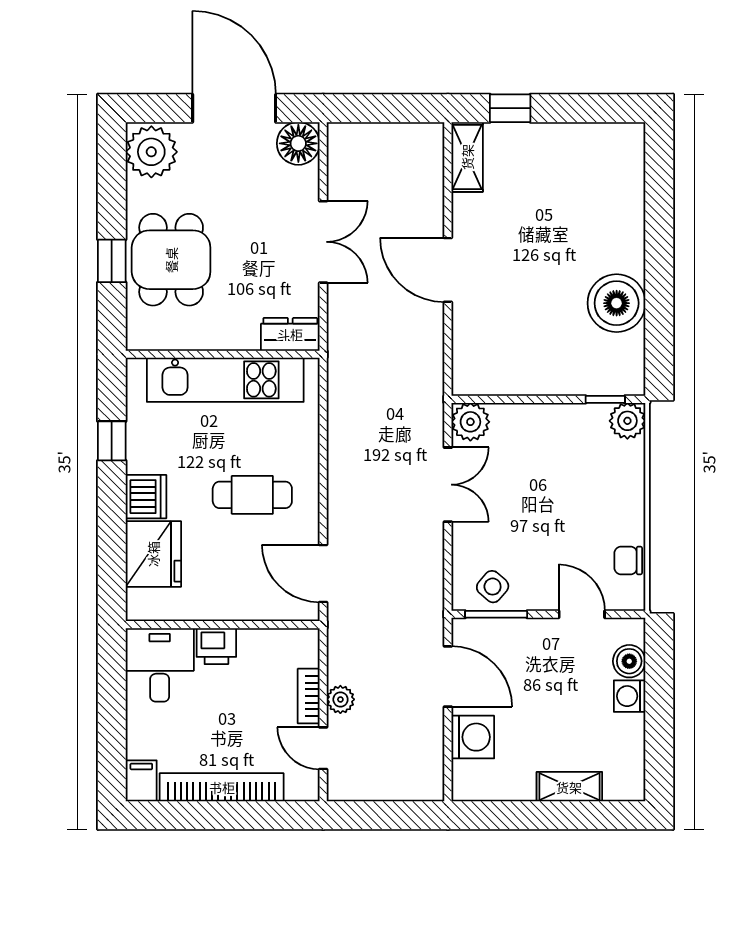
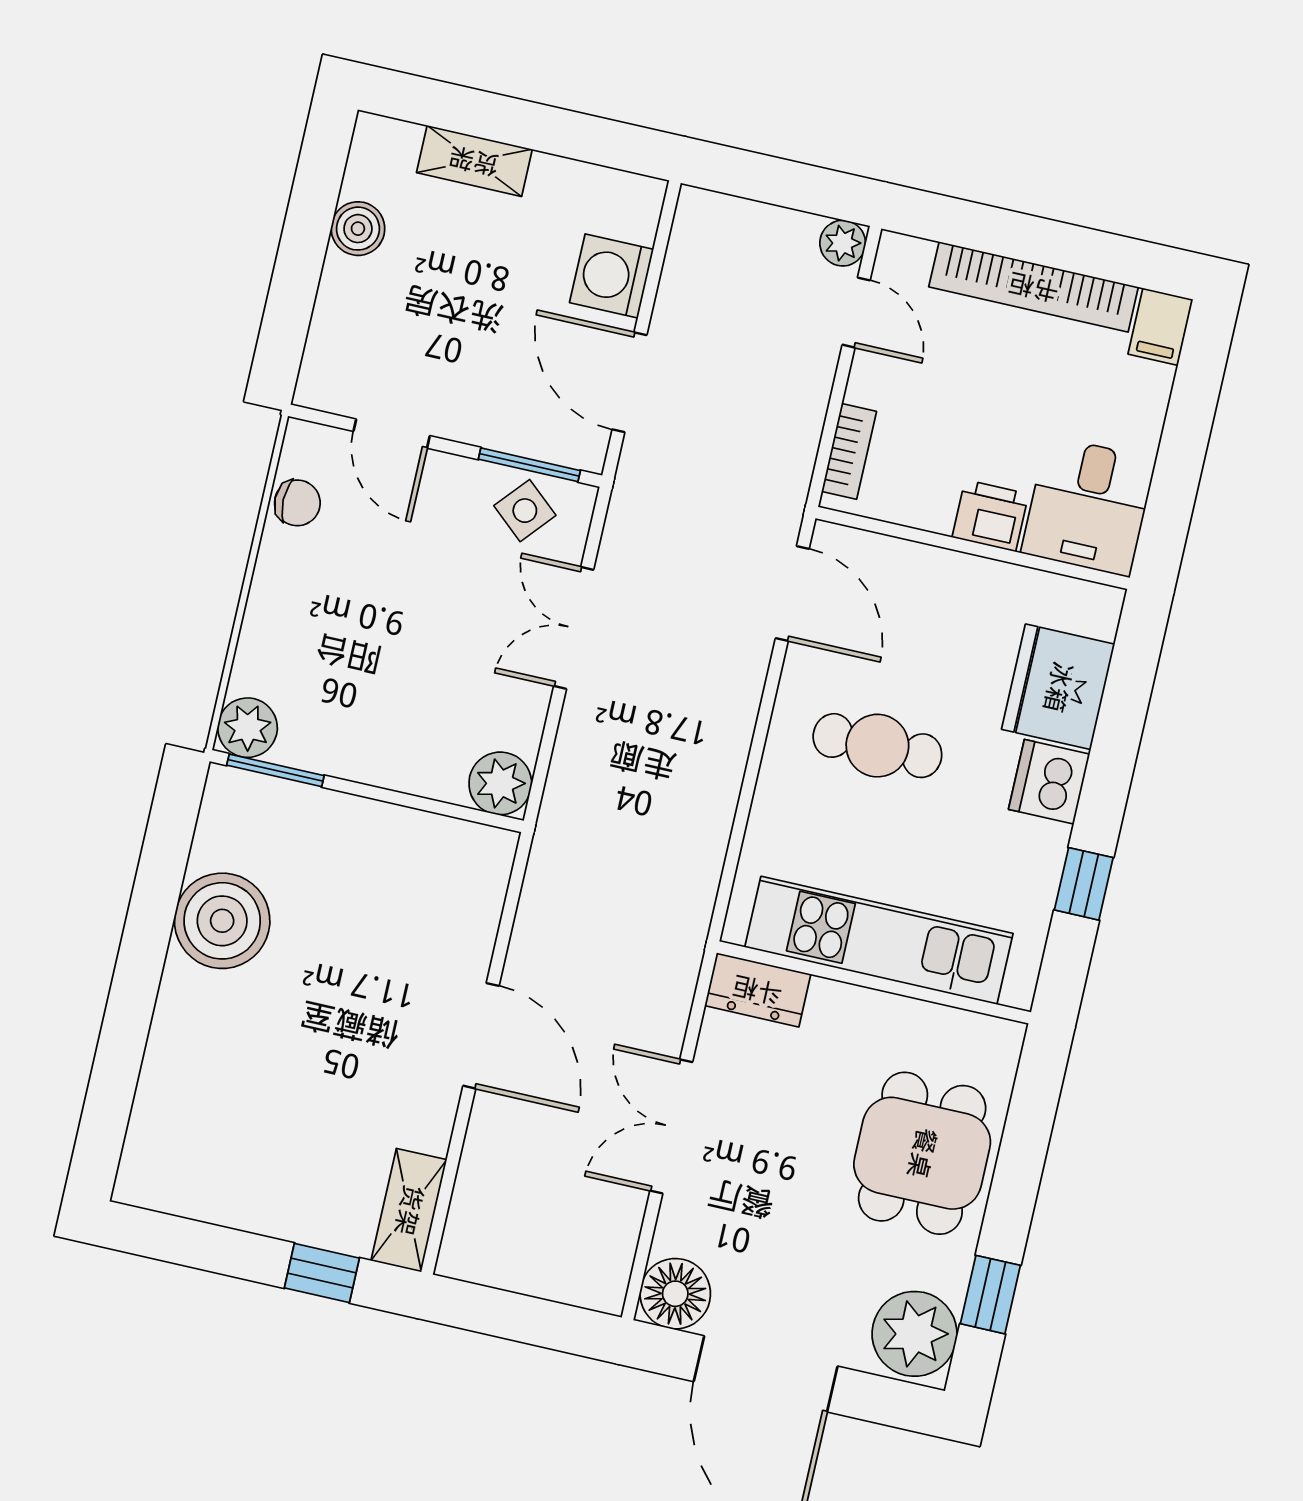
window: (112, 261) -> (990, 1295), moved
window: (605, 399) -> (275, 770), width x1.50
double door: (448, 485) -> (574, 628), moved
boiler: (629, 661) -> (358, 229), moved
bookcase: (309, 696) -> (849, 451), moved
washing machine: (630, 696) -> (345, 285), removed
plant: (340, 699) -> (843, 243), moved

